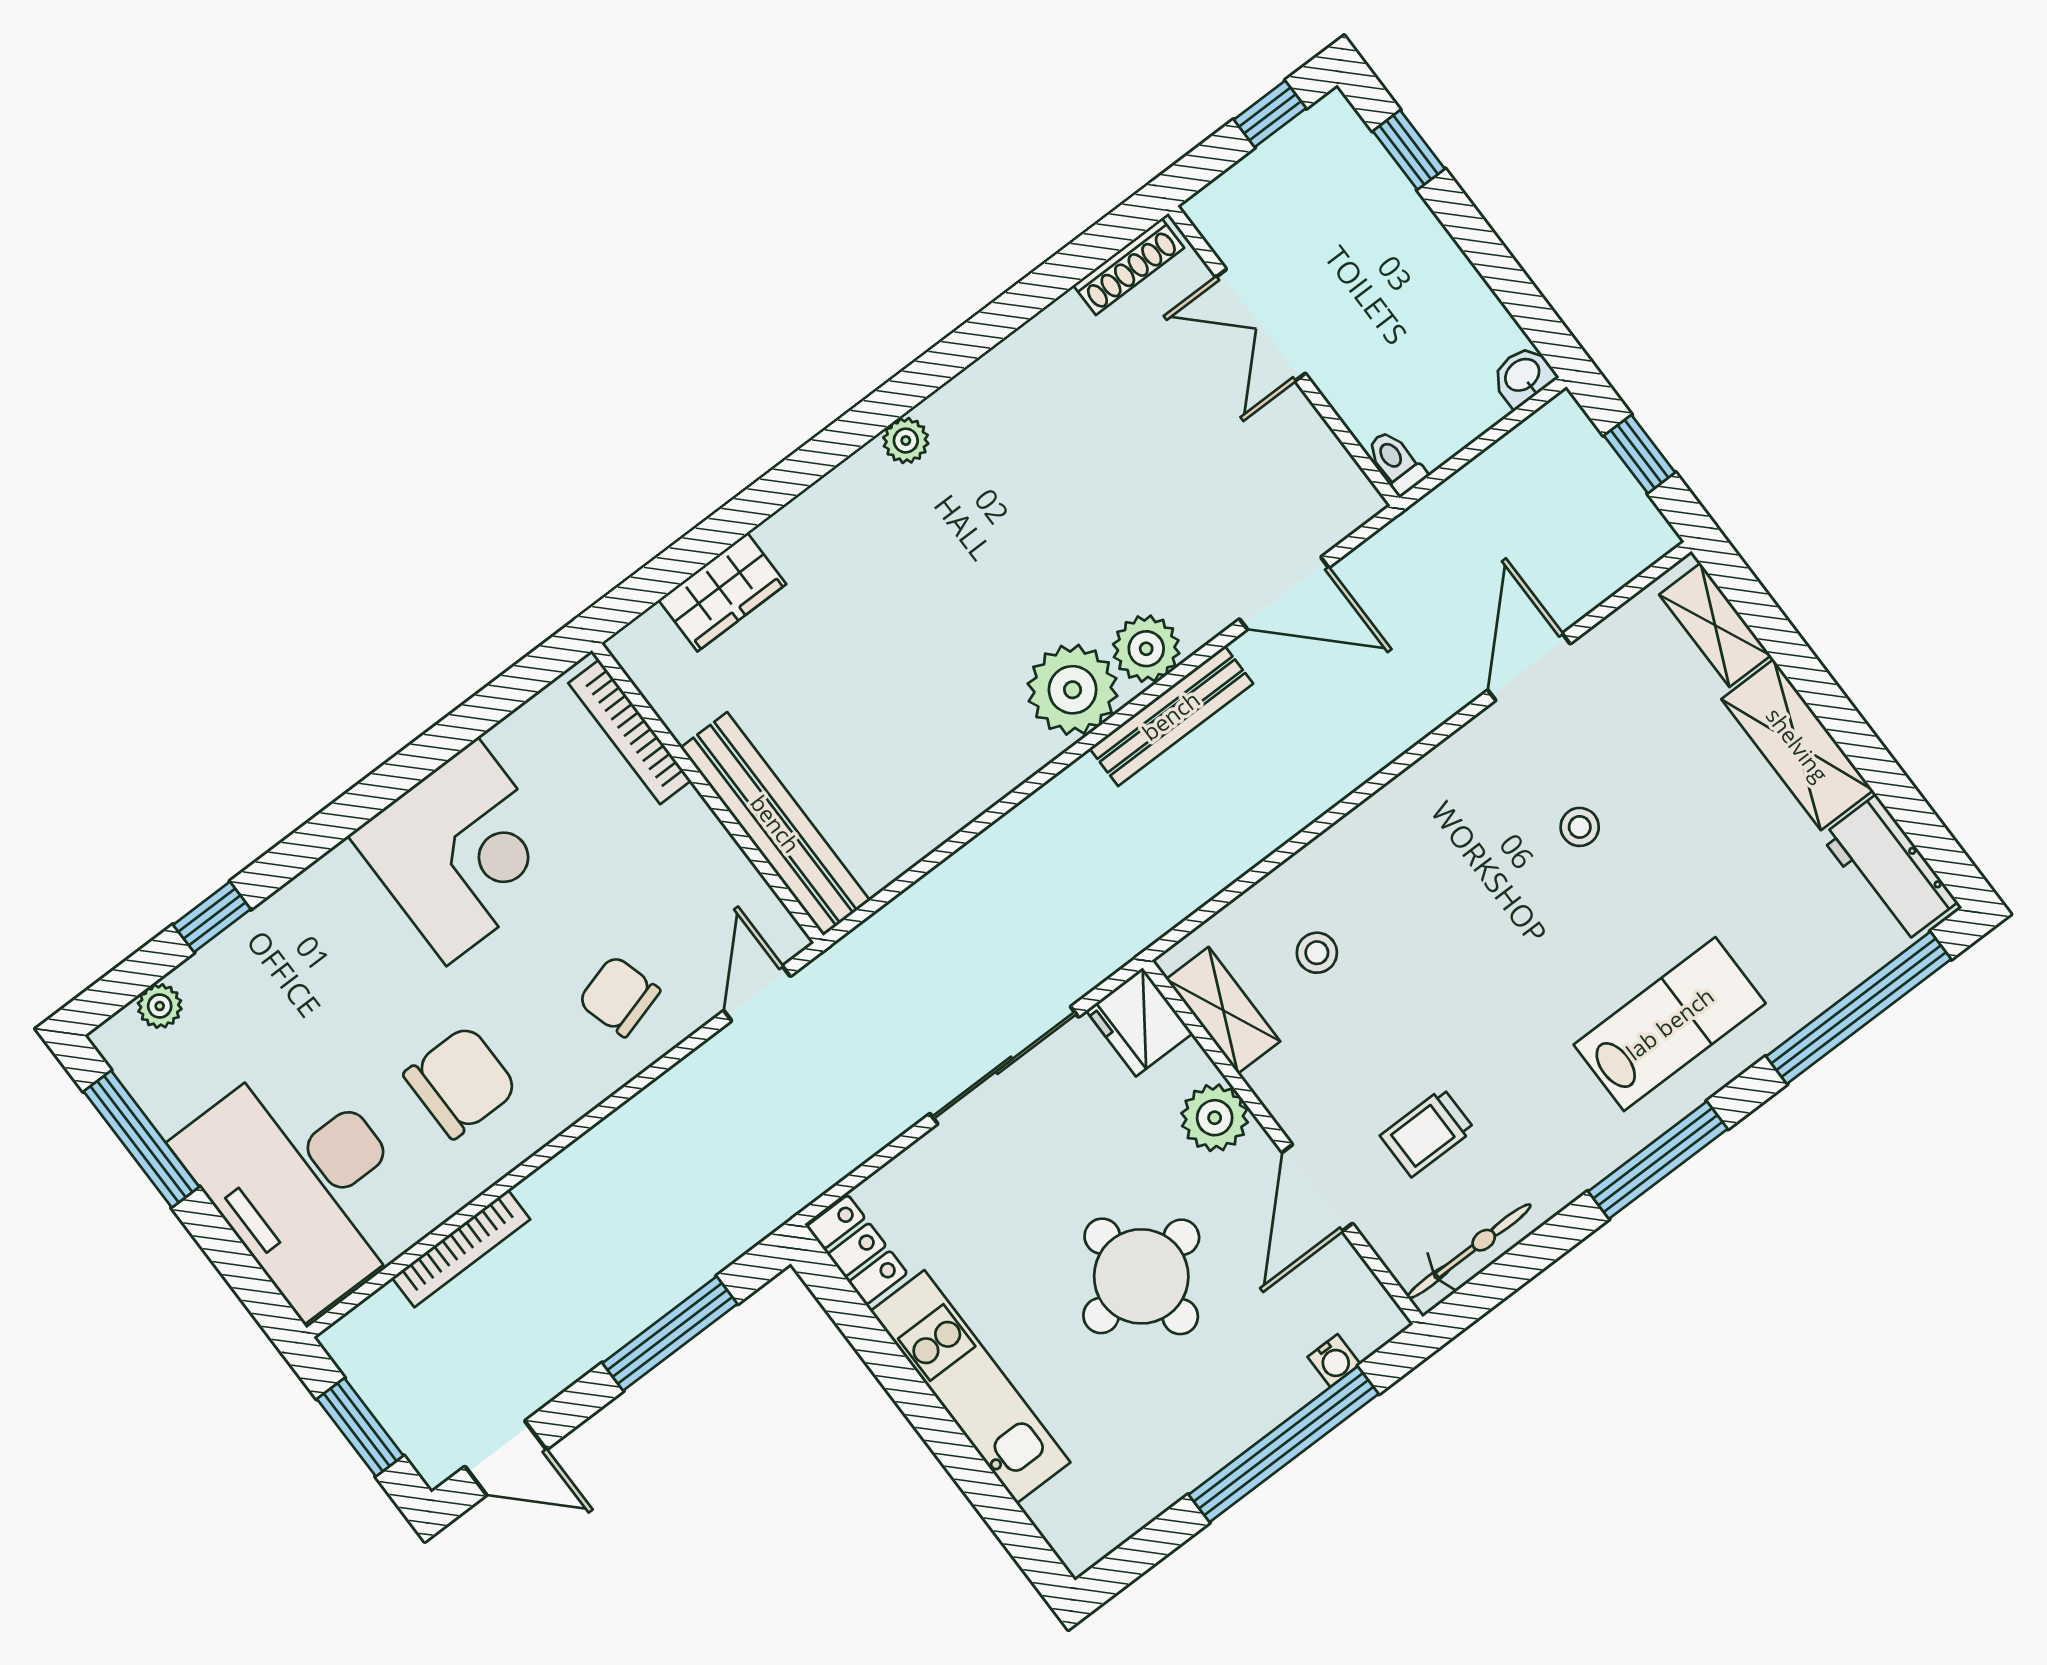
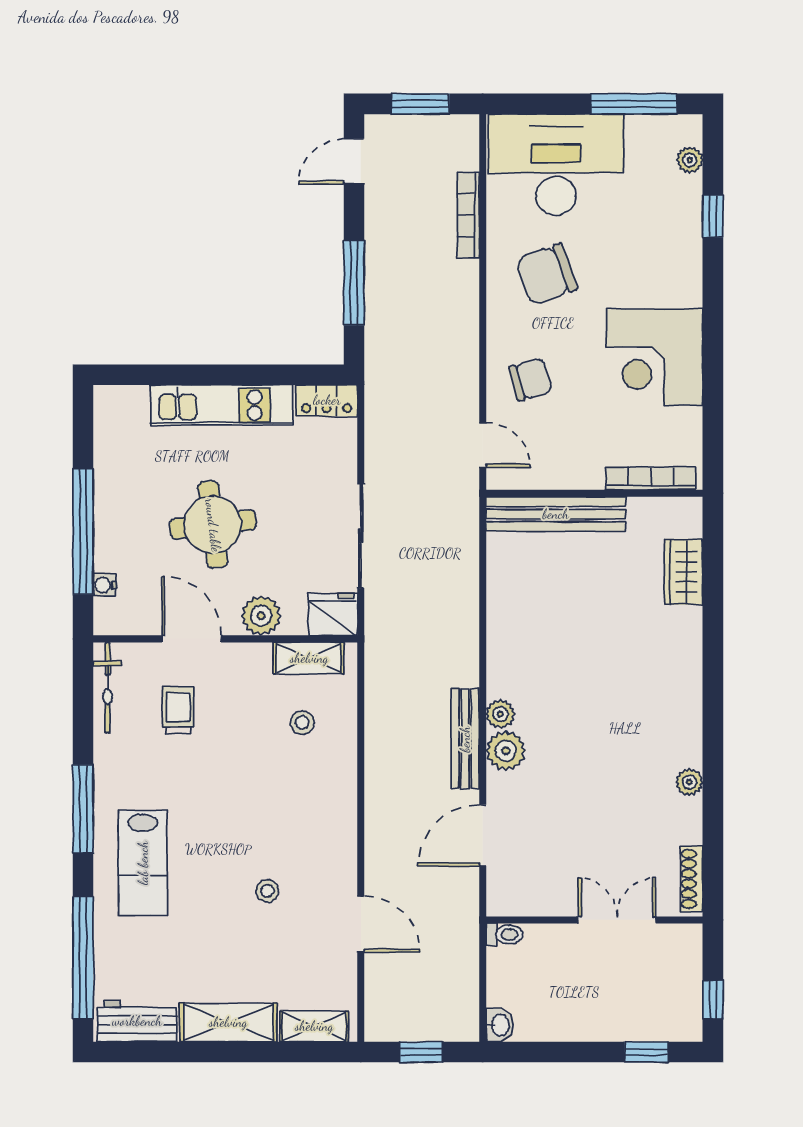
plant: (906, 441) -> (689, 782), moved
plant: (1073, 690) -> (500, 714), width x0.53, depth x0.53
chair: (461, 1082) -> (547, 274), turned 70

